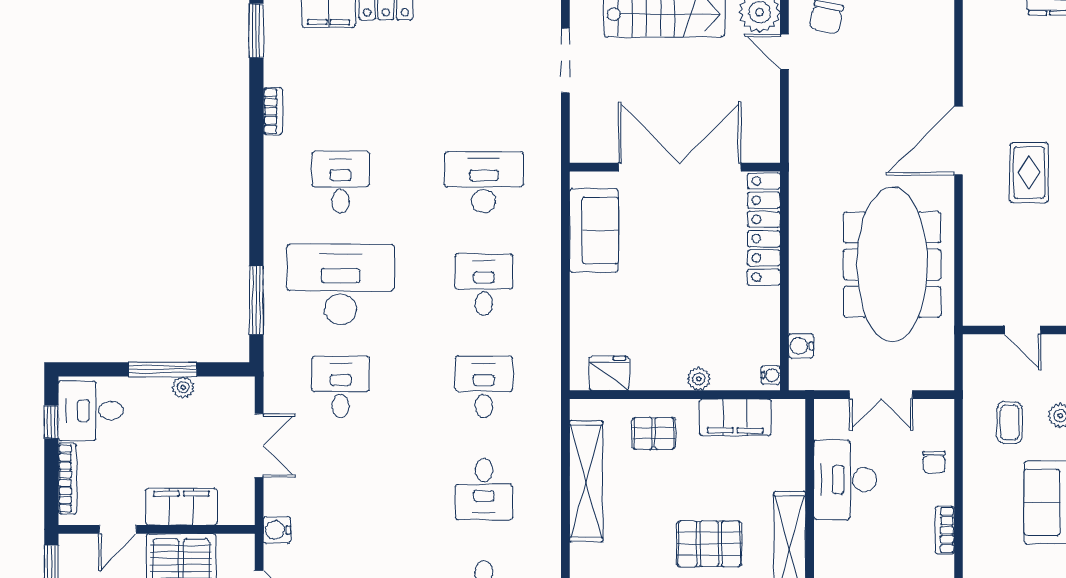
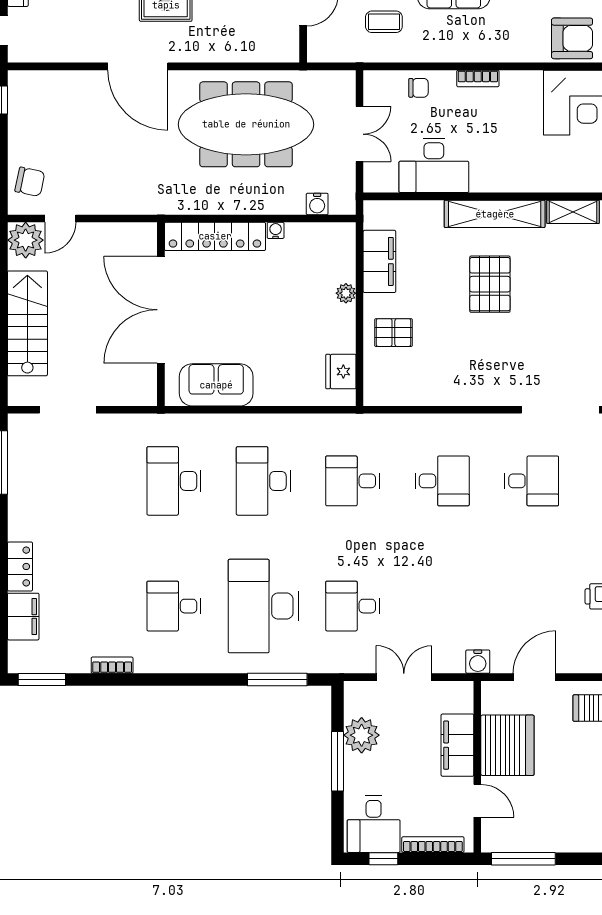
desk: (484, 284) -> (263, 481), width x1.37
water cooler: (771, 375) -> (276, 230), moved
plant: (183, 387) -> (362, 735), width x1.88, depth x1.88
pallet: (654, 433) -> (393, 333), turned 90
shelving: (586, 481) -> (435, 392), removed

